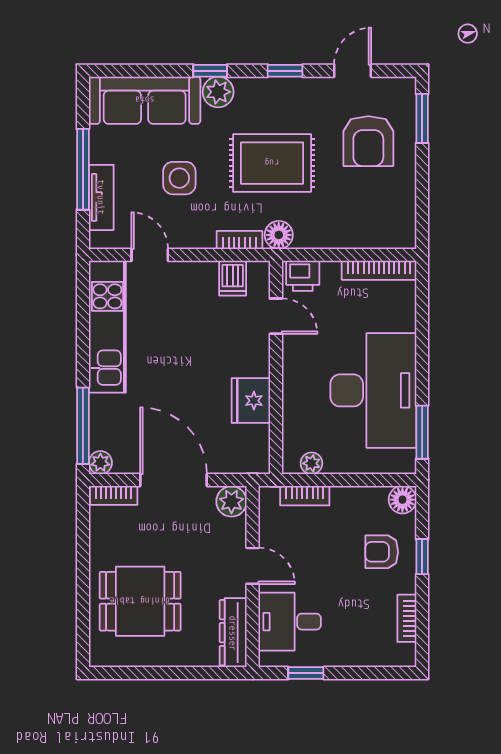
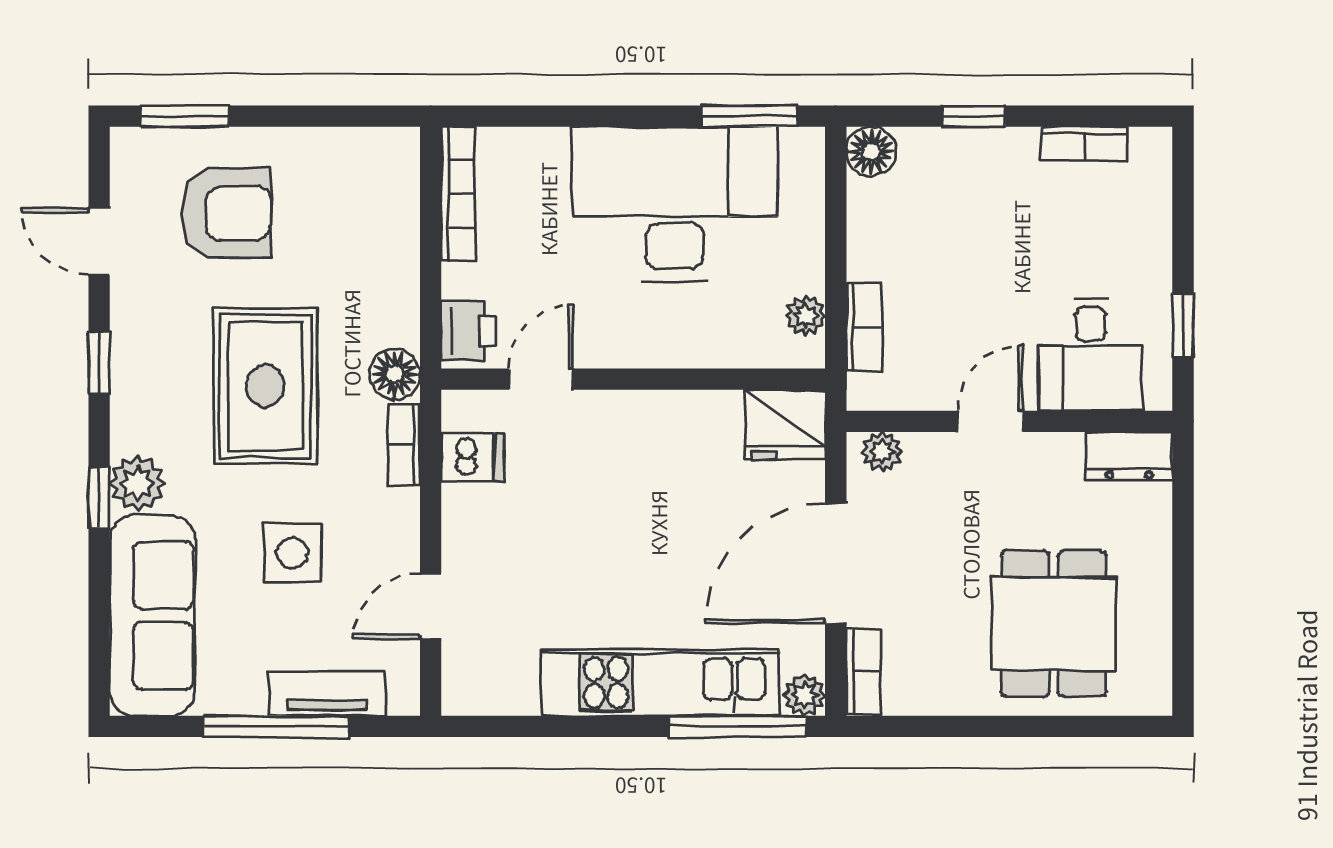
kitchen unit: (107, 327) -> (661, 682), moved
fridge: (251, 401) -> (785, 424), moved
plant: (231, 501) -> (882, 452), width x0.73, depth x0.73
armchair: (382, 552) -> (965, 189), removed
dresser: (233, 633) -> (1129, 456), width x0.70

